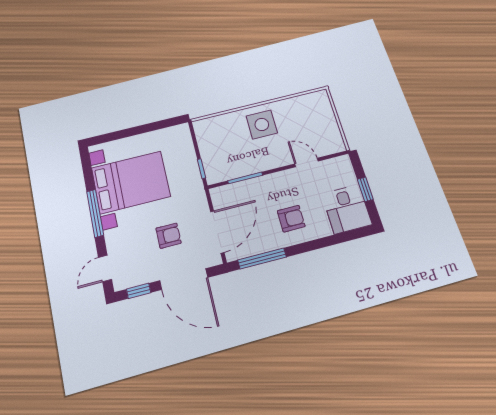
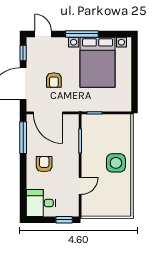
window: (365, 189) -> (64, 220), moved
armchair: (291, 219) -> (44, 164), turned 180

